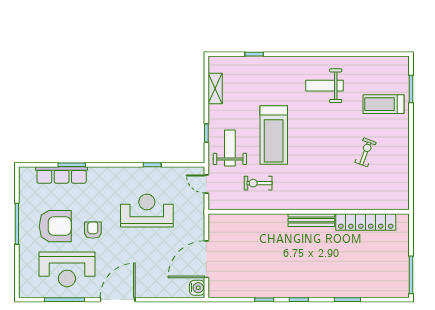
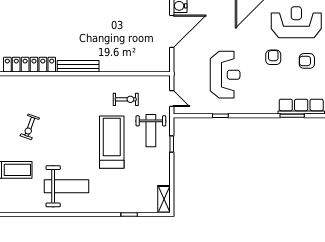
weight bench: (325, 86) -> (66, 186), width x1.36, depth x1.33
shelving: (215, 88) -> (164, 199), moved
reception desk: (147, 211) -> (225, 75), turned -90
armchair: (55, 226) -> (307, 61), width x0.53, depth x0.53
armchair: (93, 230) -> (273, 57), turned 180

